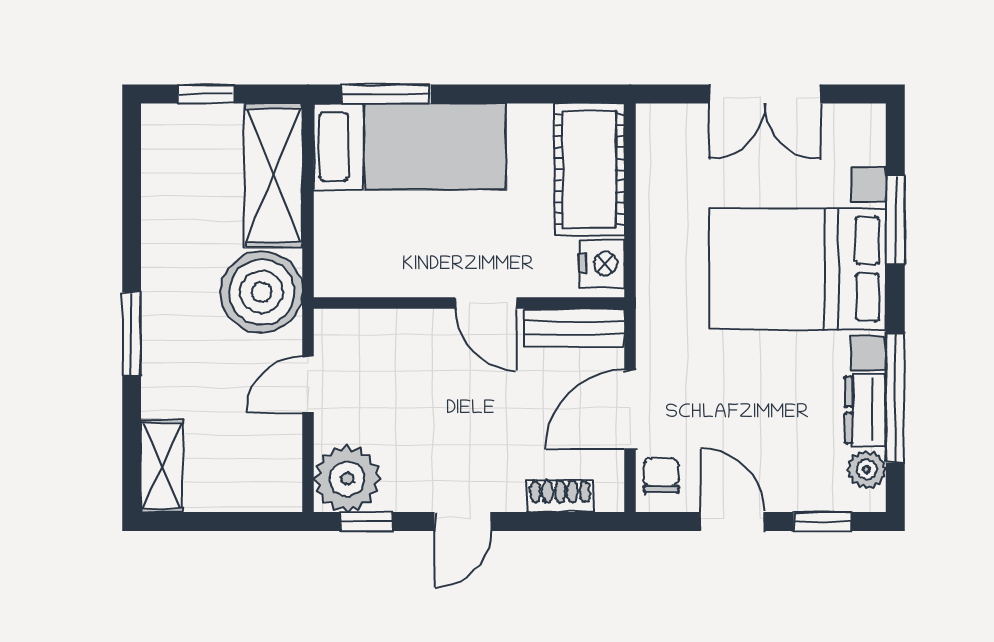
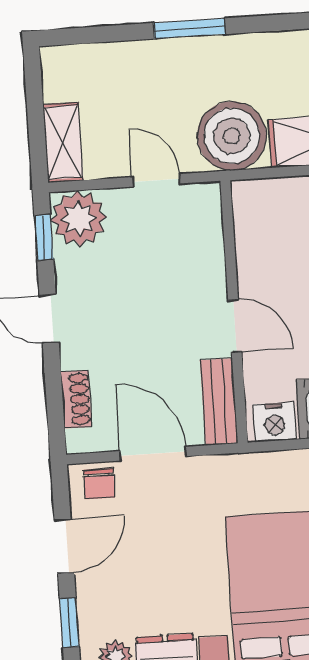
door: (486, 303) -> (235, 326), swing flipped
shelving: (162, 466) -> (63, 142), moved, turned 90
chair: (661, 475) -> (99, 484), turned 90

